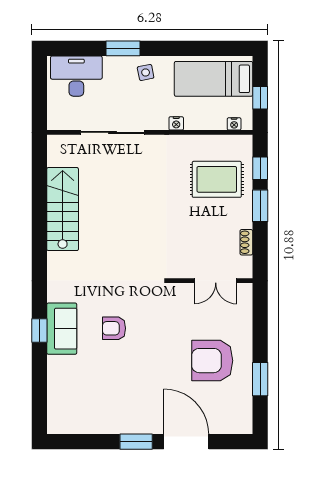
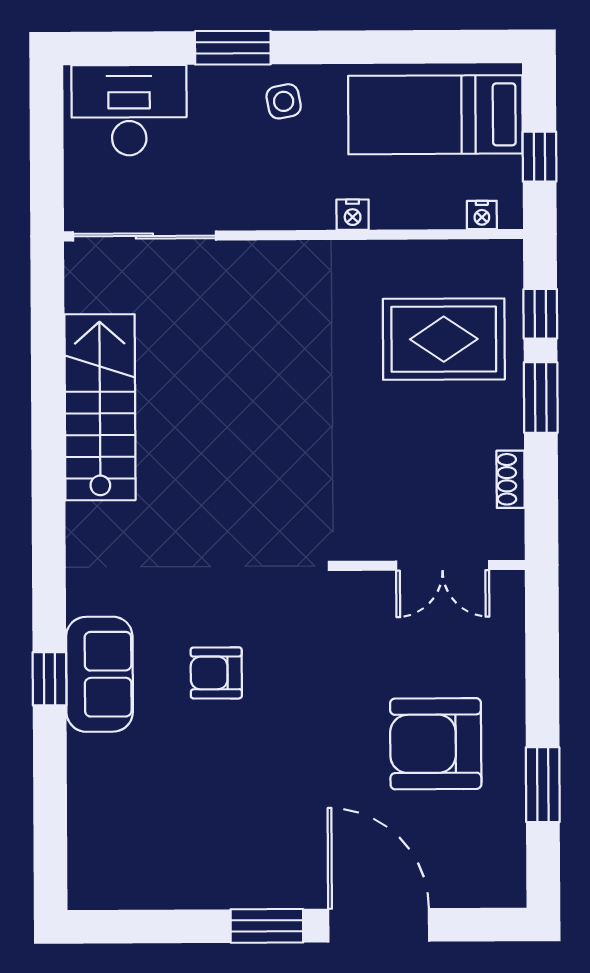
sliding door: (113, 132) -> (144, 236), moved

